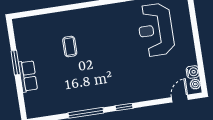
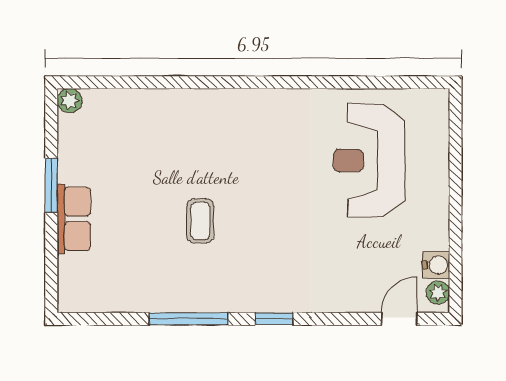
plant: (18, 24) -> (70, 101), added
coffee table: (70, 47) -> (200, 221), moved

